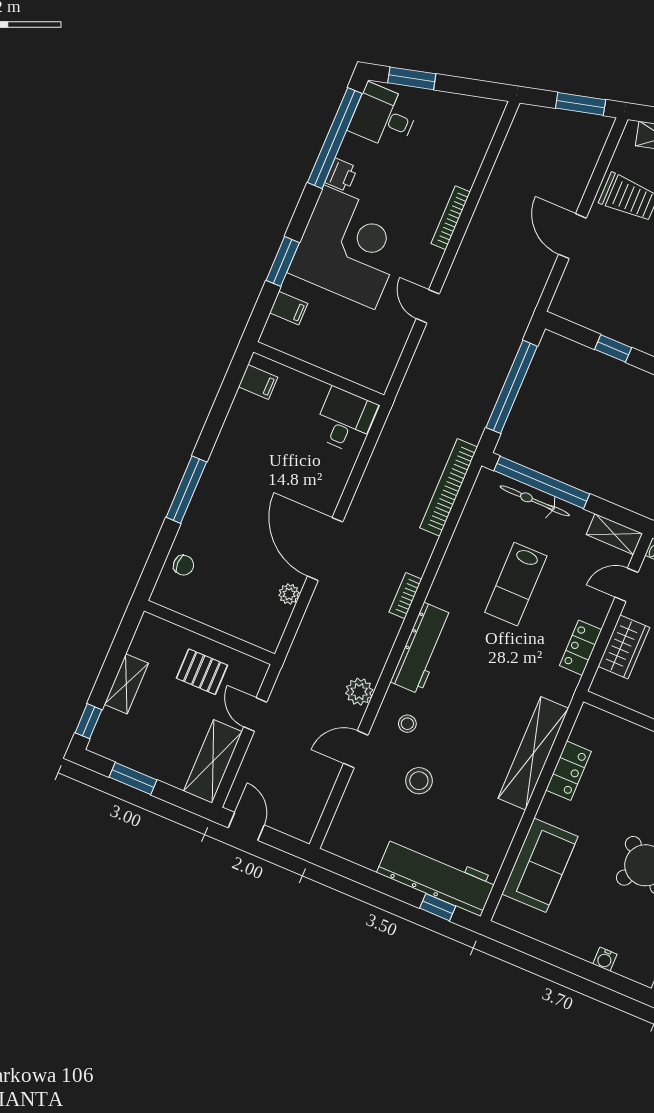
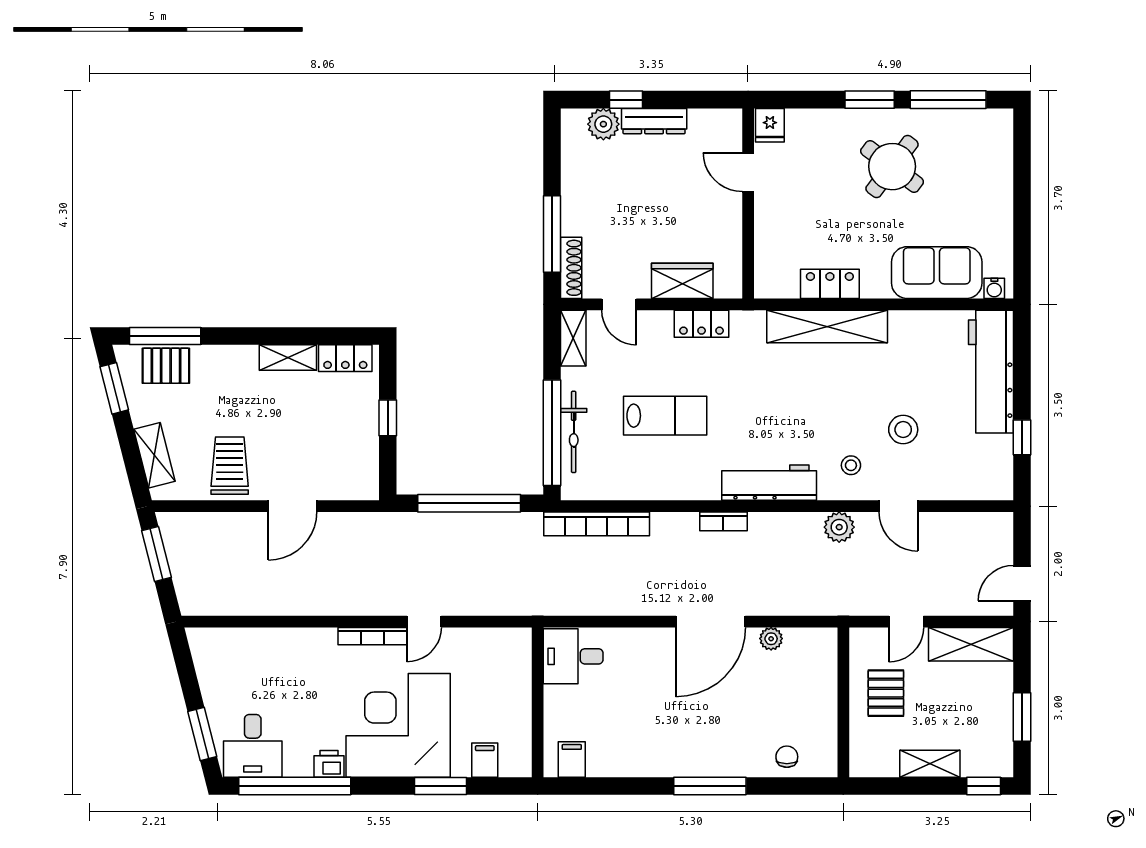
bookcase: (451, 218) -> (372, 636), moved
window: (438, 907) -> (1022, 437), moved
water cooler: (605, 959) -> (994, 288), moved, turned 90

